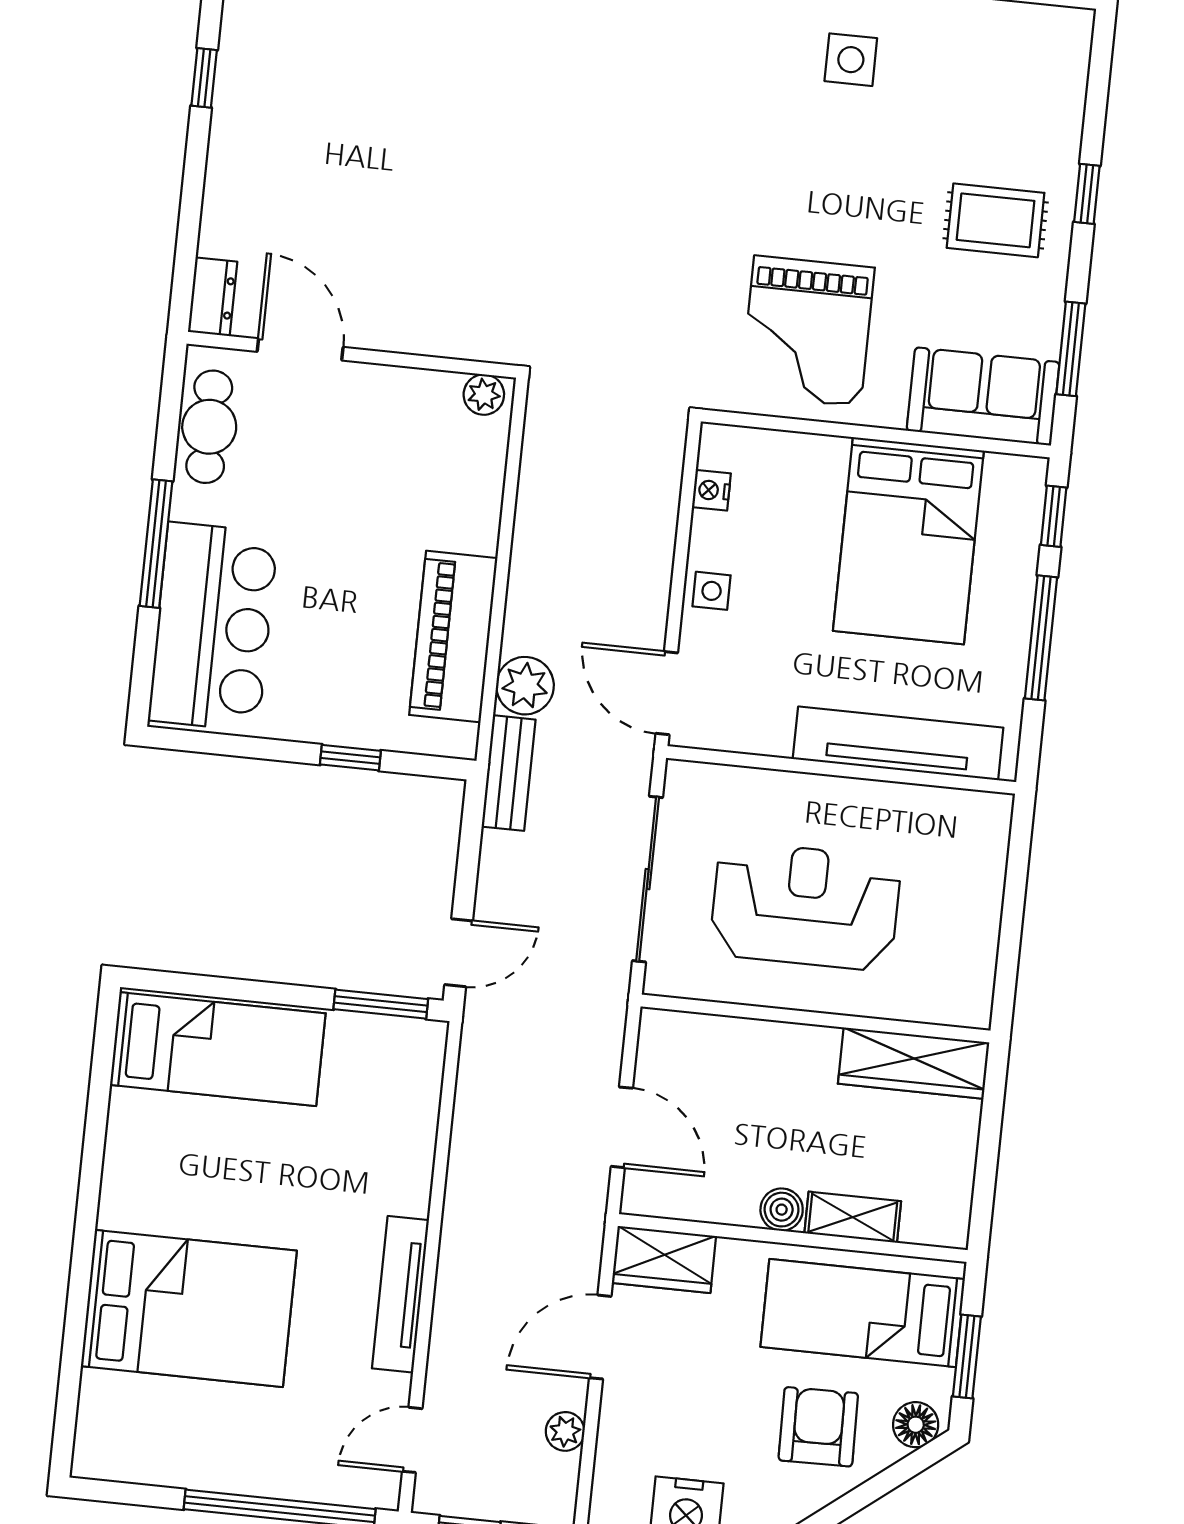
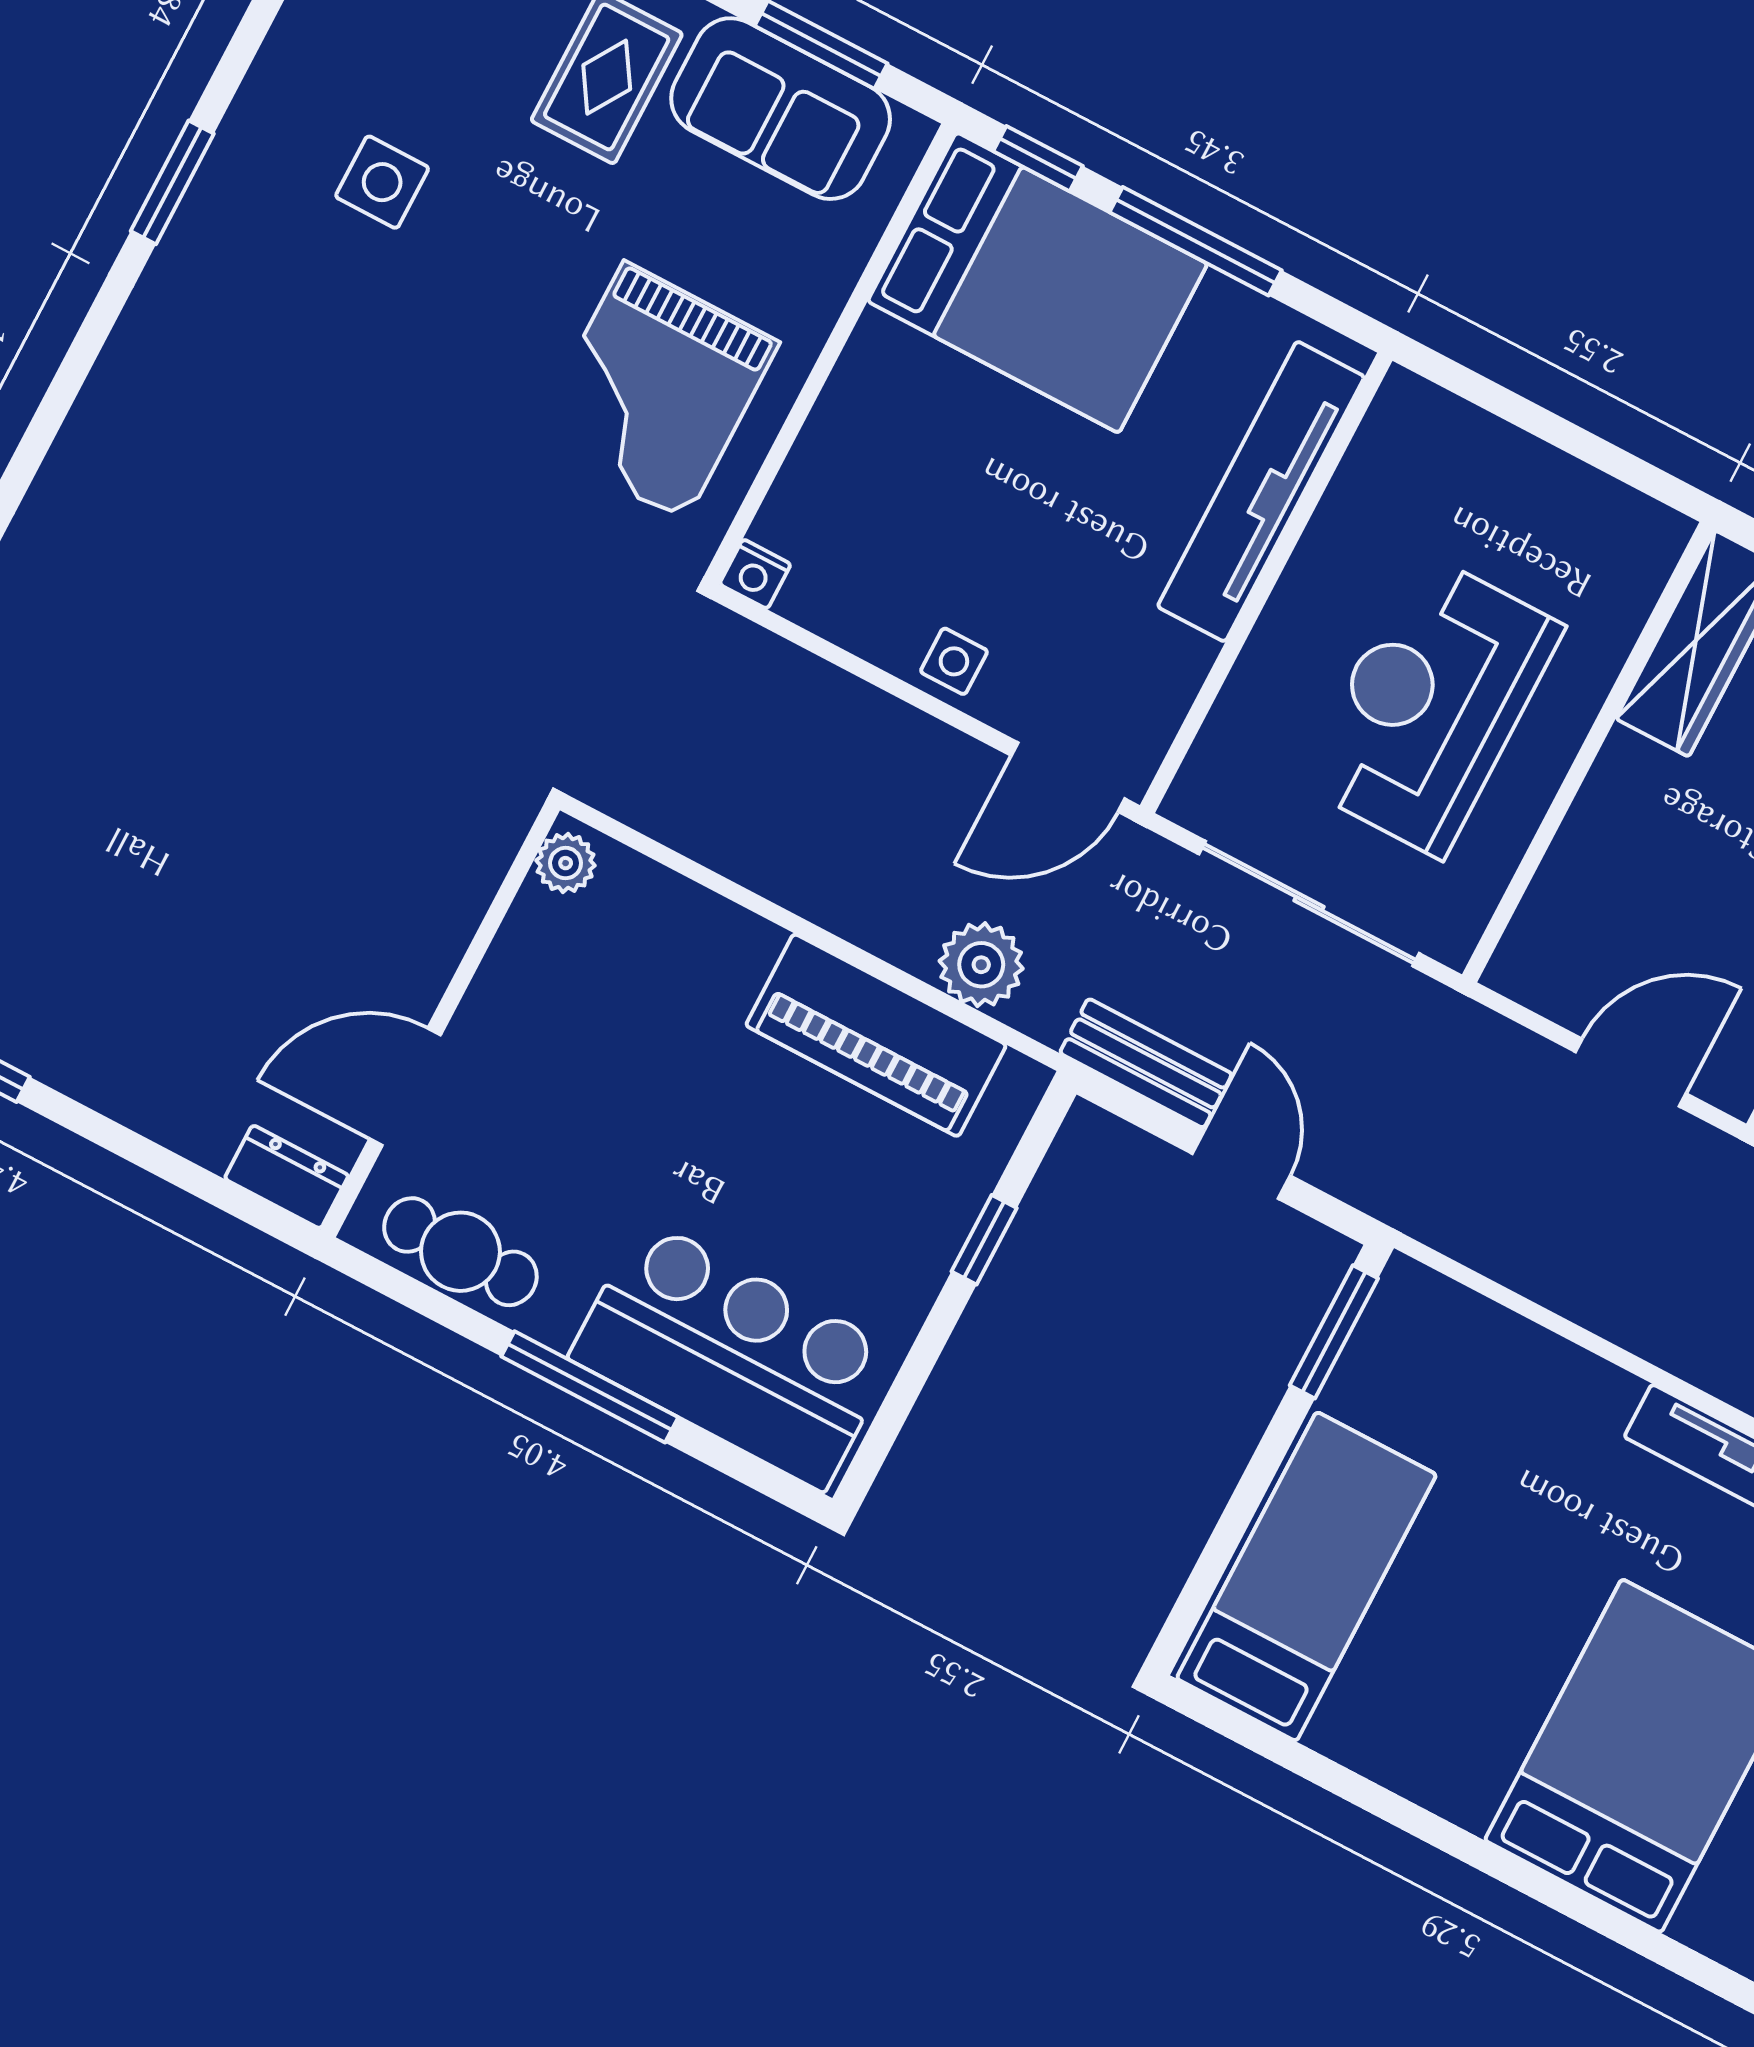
side table: (851, 60) -> (382, 182), moved
grand piano: (807, 331) -> (655, 391), turned 90
sofa: (983, 396) -> (781, 109), moved, turned -90
nightstand: (711, 490) -> (755, 574), moved
bed: (908, 541) -> (1038, 283), moved
bench: (509, 773) -> (1146, 1063), moved
door: (459, 953) -> (1241, 1165), moved

